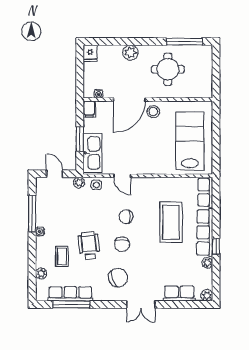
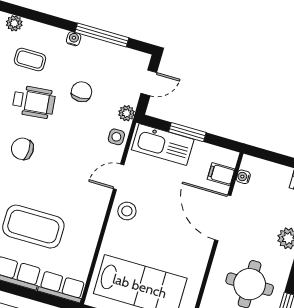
filing cabinet: (89, 109) -> (221, 174), moved
stool: (153, 112) -> (127, 211), moved
chair: (126, 217) -> (81, 92), moved

